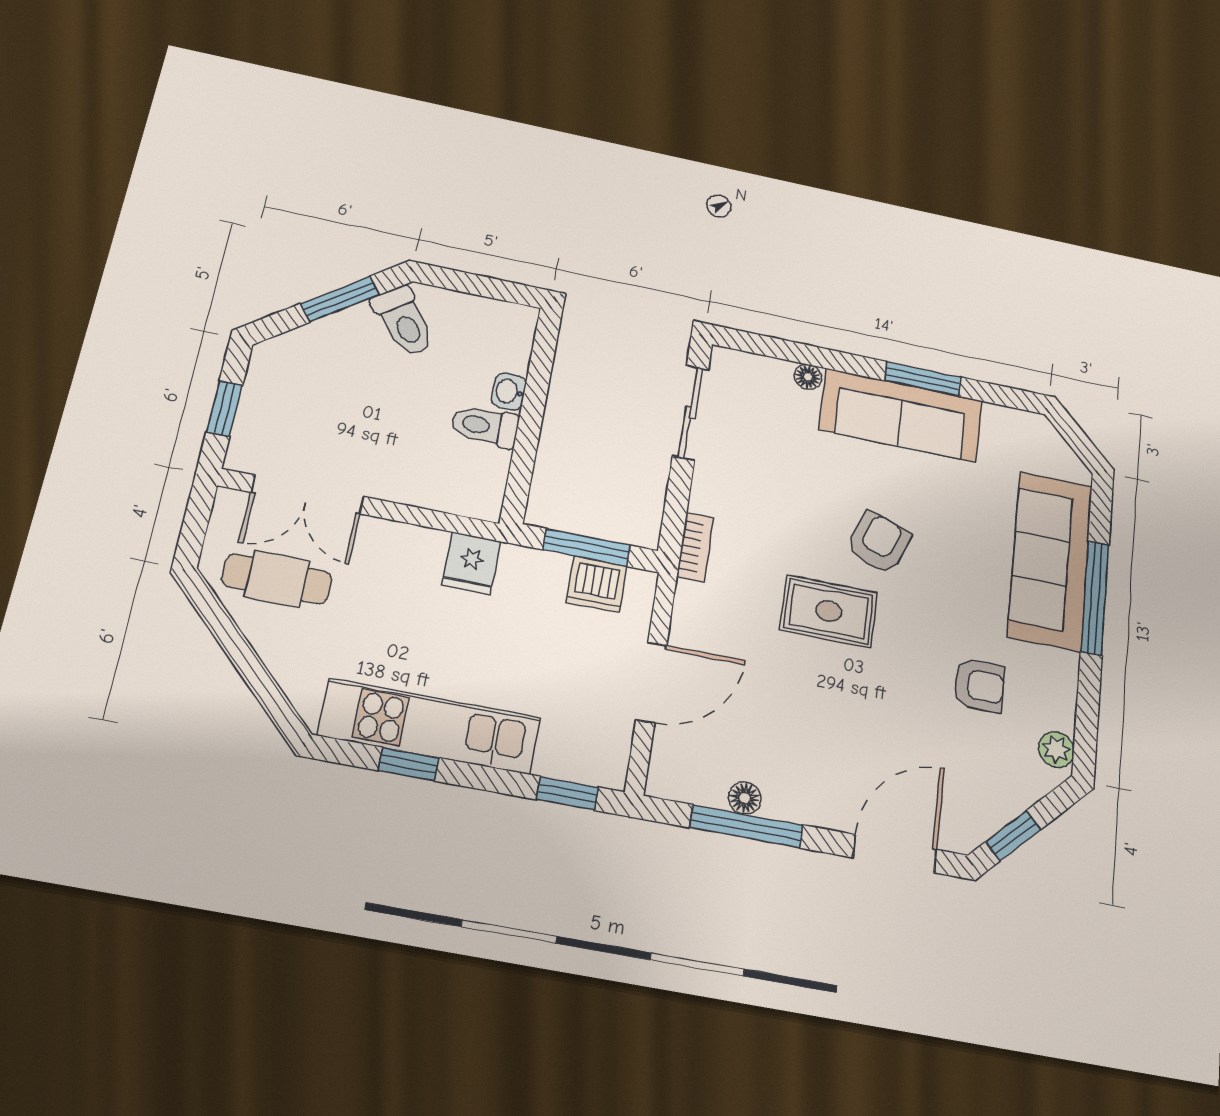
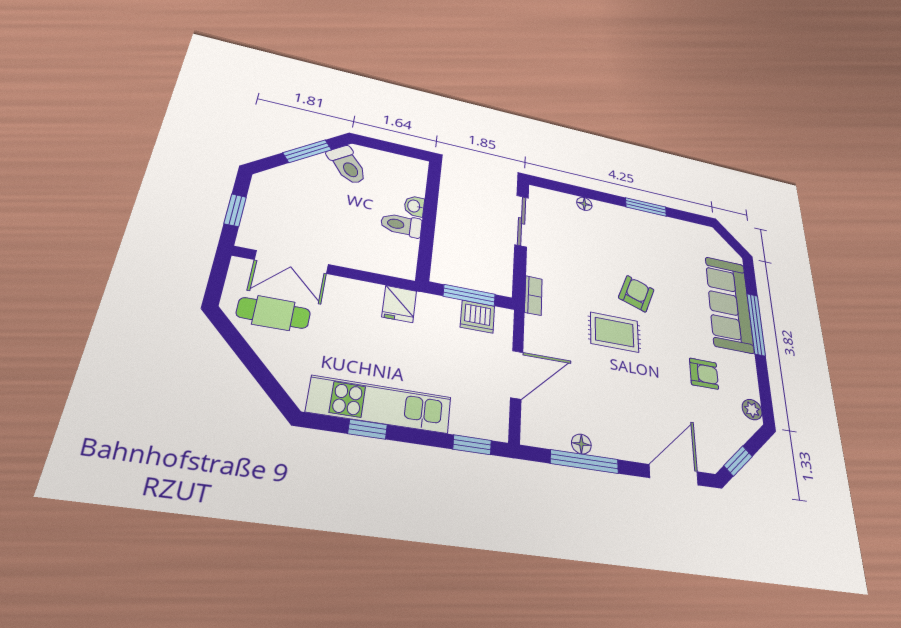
sofa: (901, 415) -> (637, 226), removed

